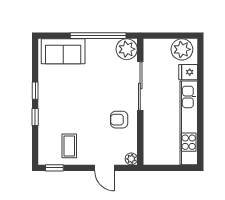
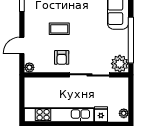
plant: (182, 49) -> (124, 113), width x0.53, depth x0.53
armchair: (119, 120) -> (62, 57), turned 180
coffee table: (69, 146) -> (59, 29), moved

